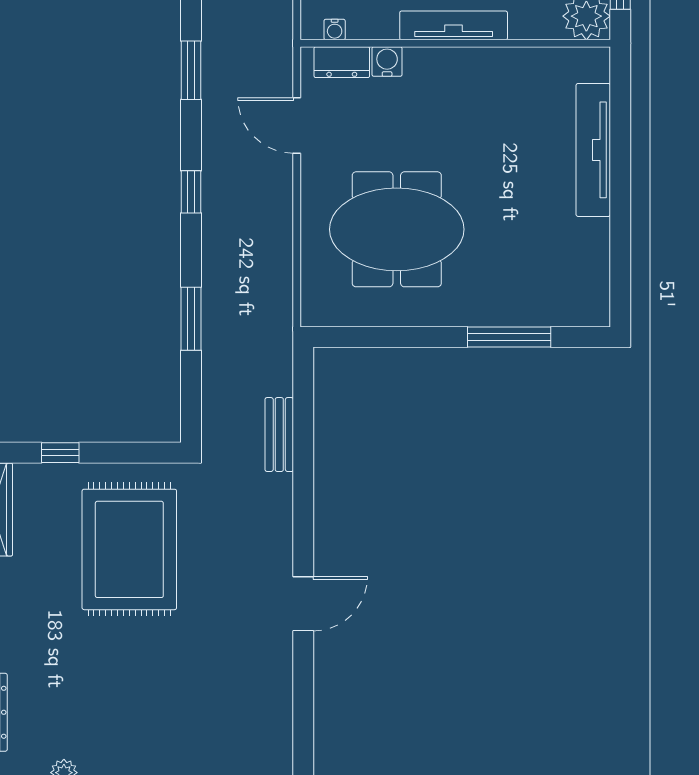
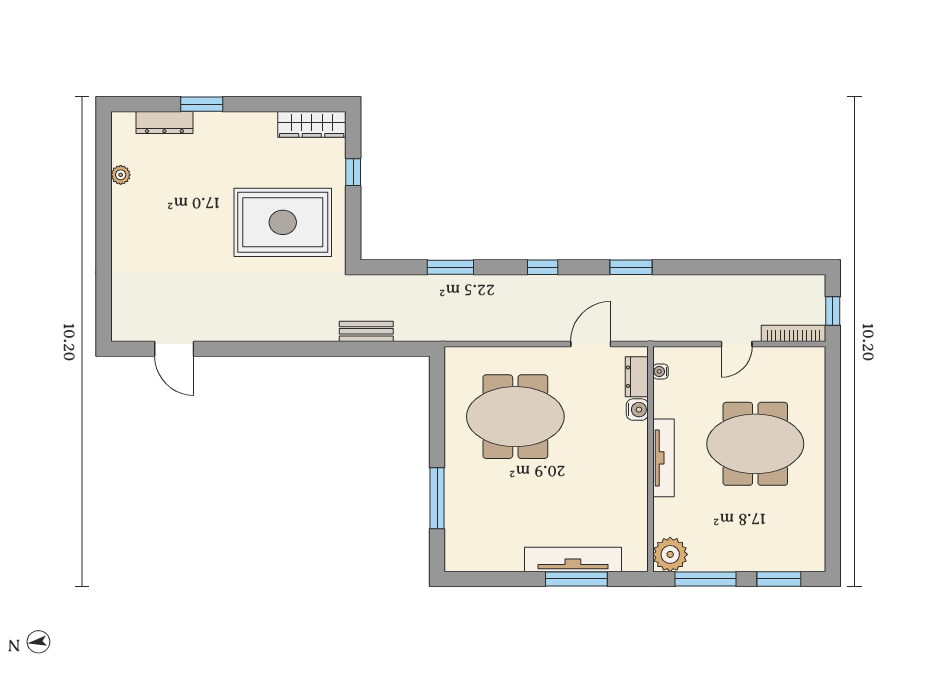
window: (620, 145) -> (576, 579), added
meeting table: (397, 229) -> (515, 417), turned 90
door: (303, 604) -> (174, 349), moved

